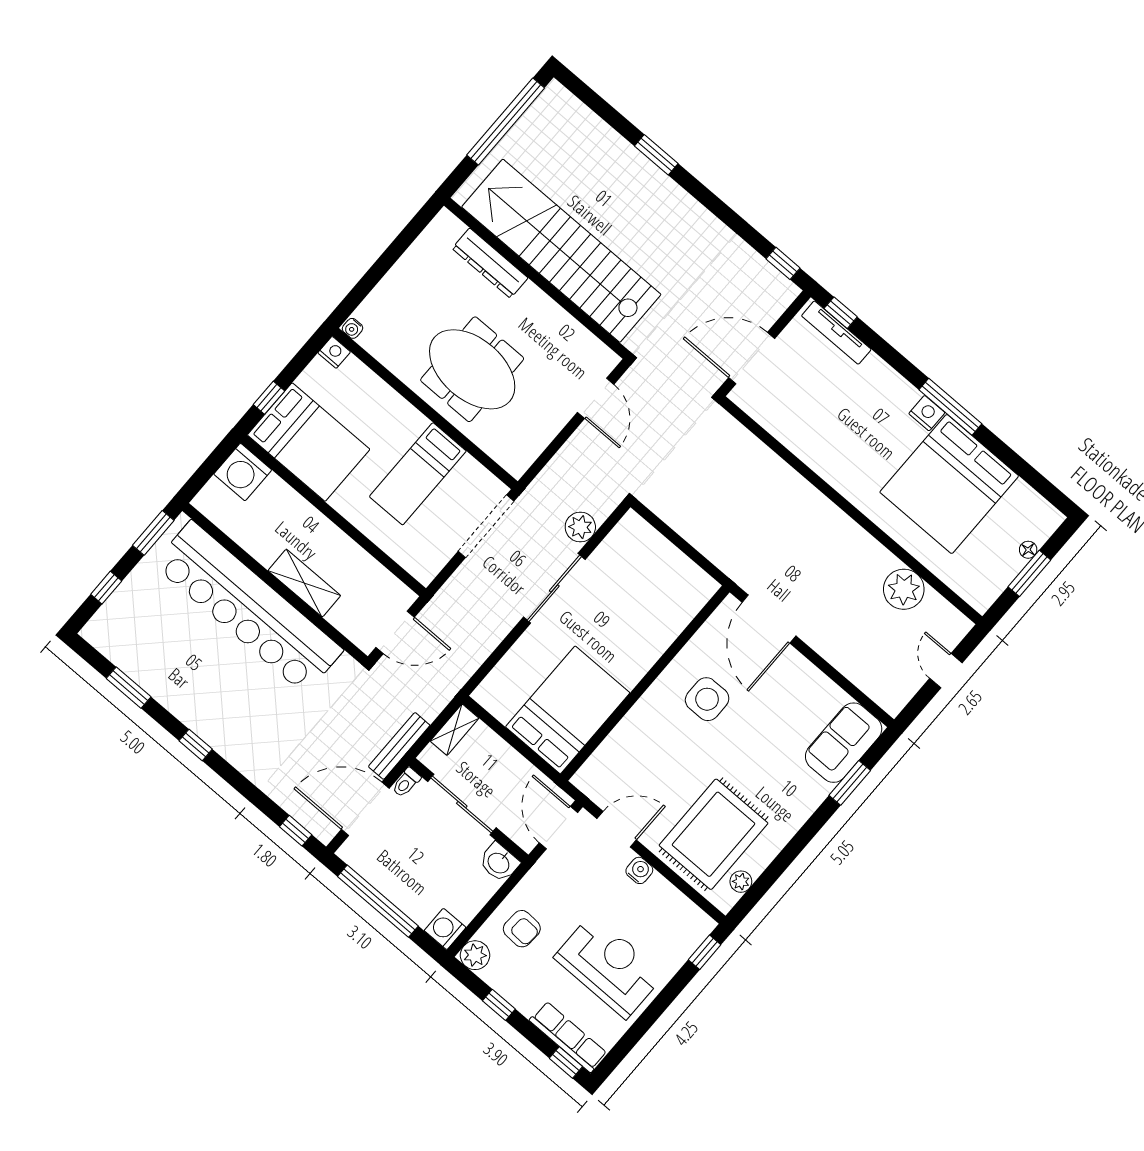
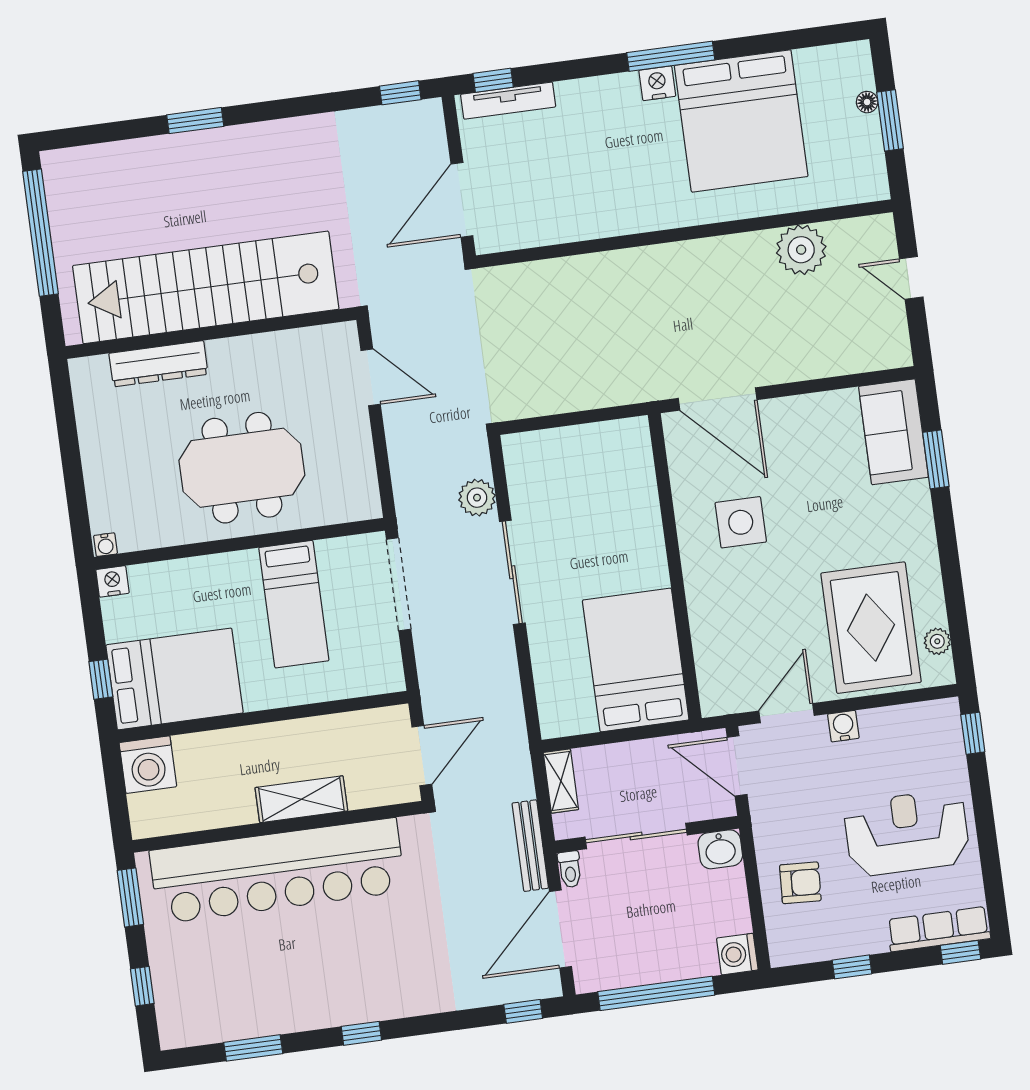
plant: (475, 955) -> (786, 948), removed

